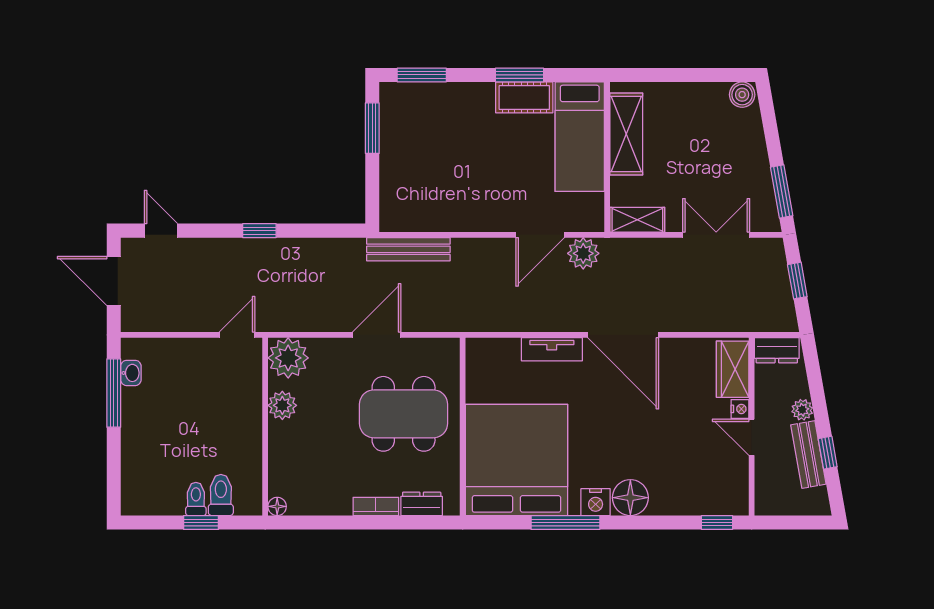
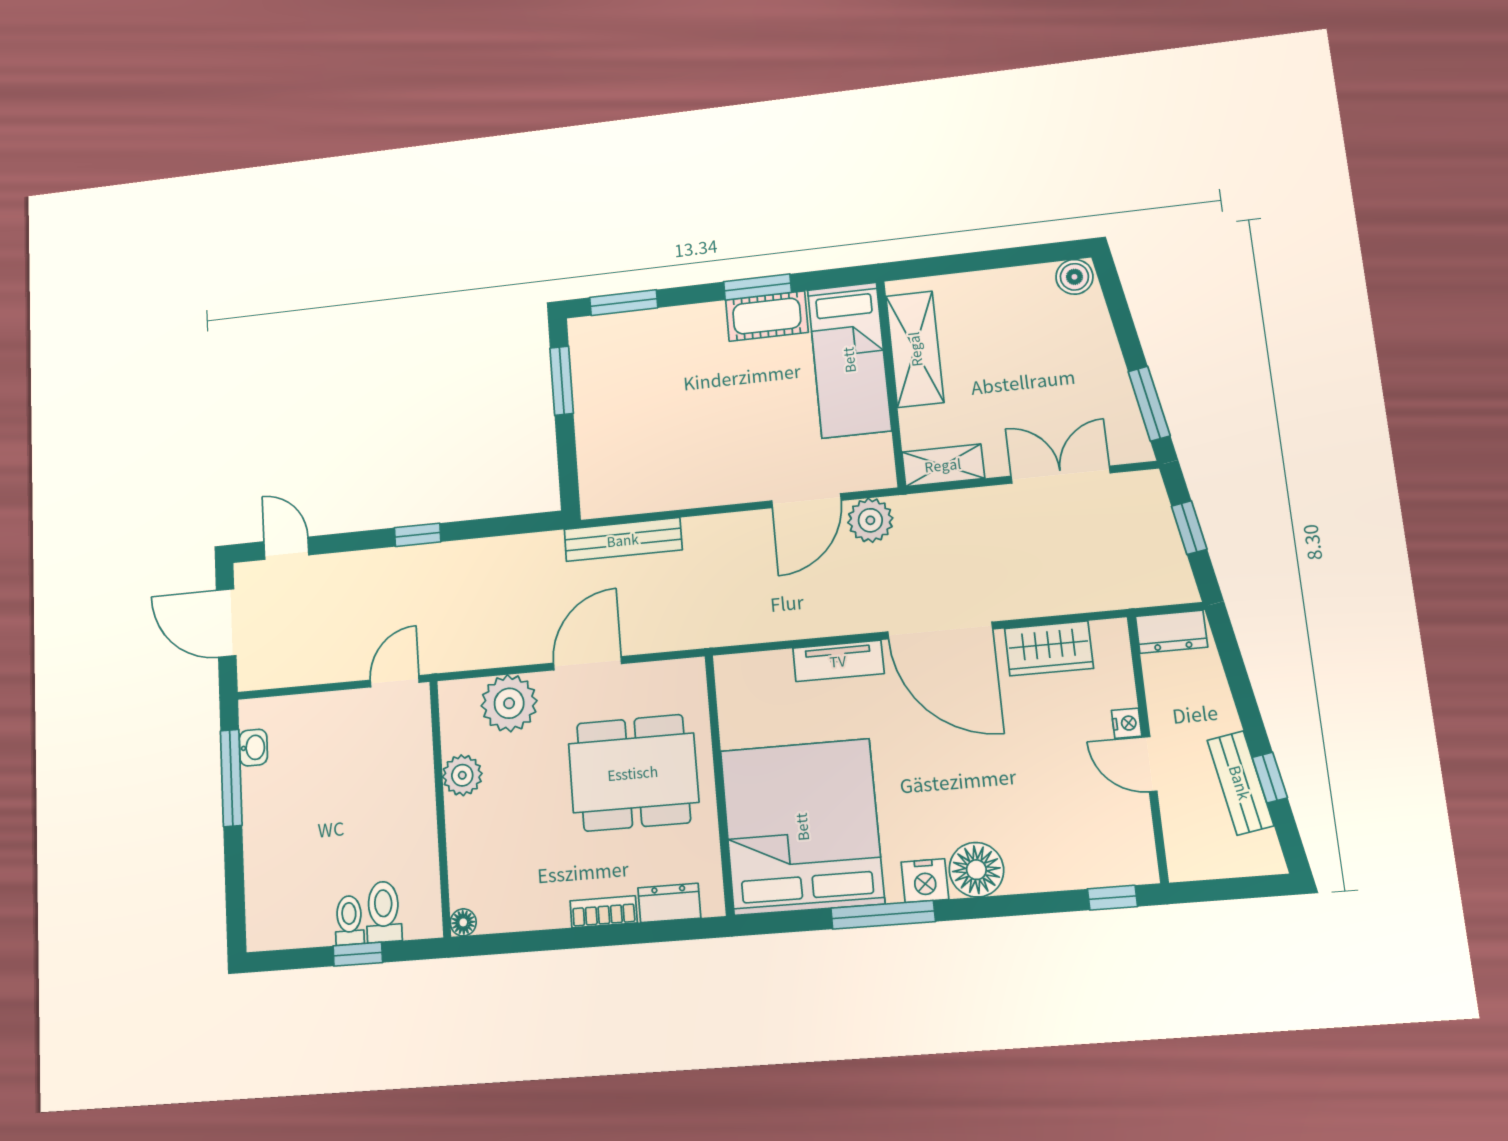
plant: (288, 358) -> (509, 703), moved
wardrobe: (733, 369) -> (1049, 648), moved, turned -90
plant: (802, 410) -> (1222, 716), removed

